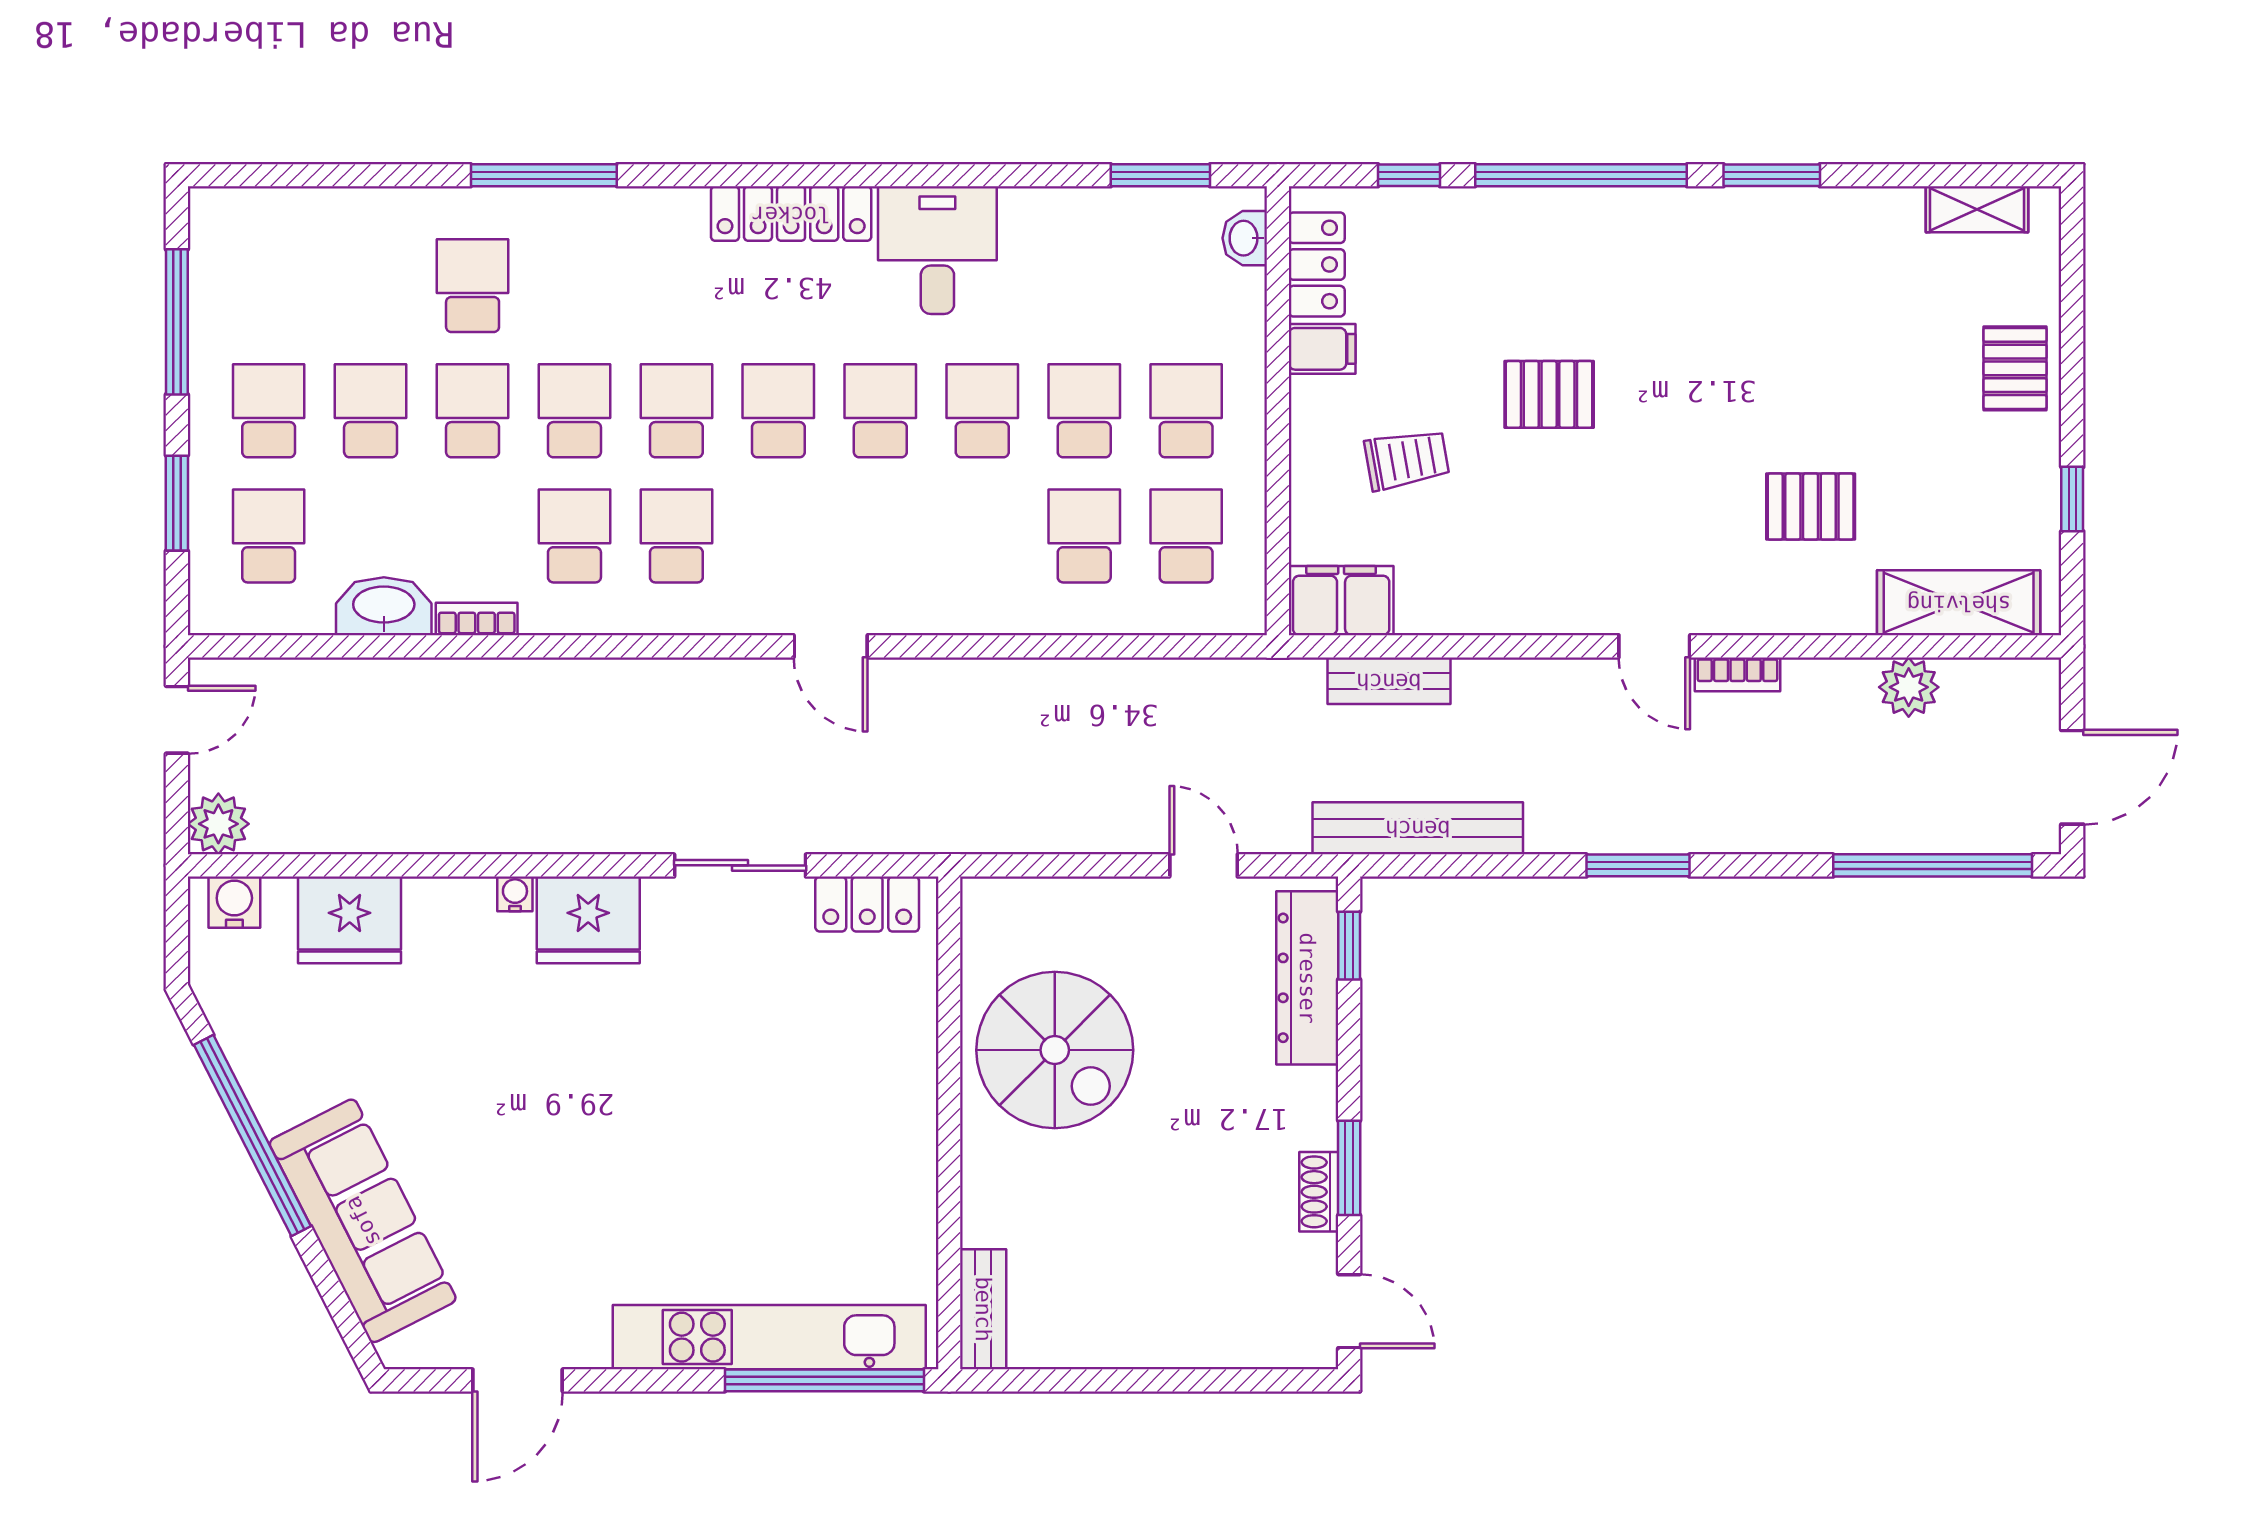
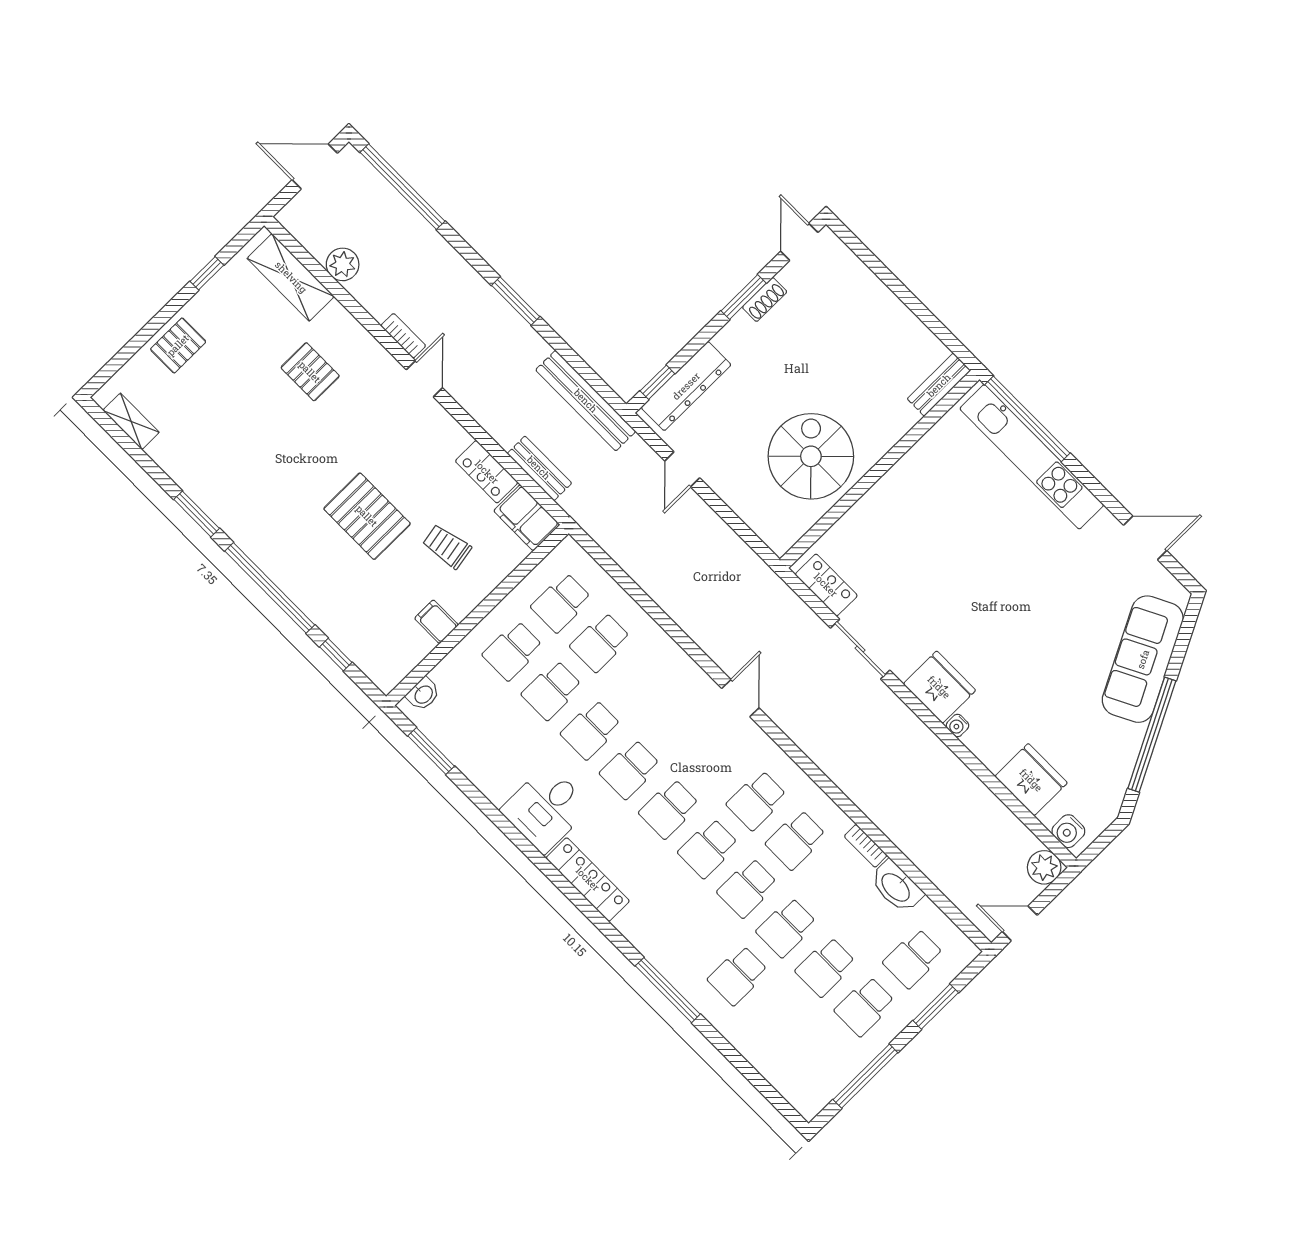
locker: (1317, 264) -> (487, 472), moved, turned -90
pallet: (1549, 394) -> (367, 516), width x1.50, depth x1.42

